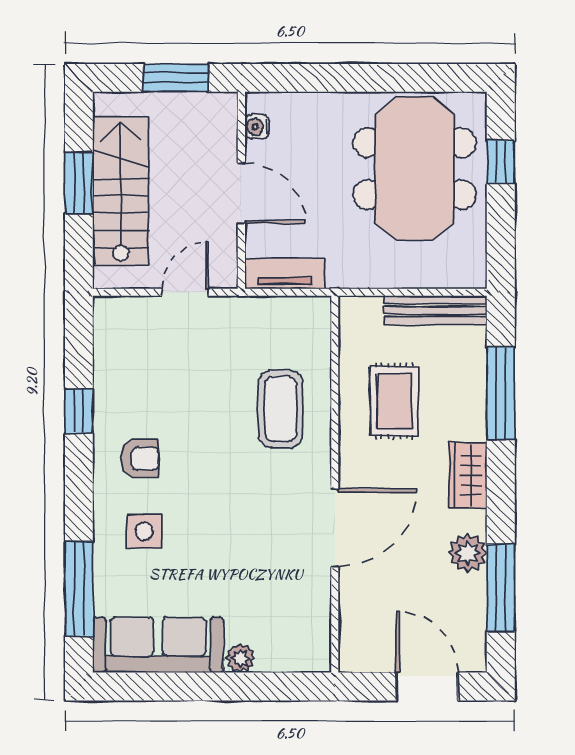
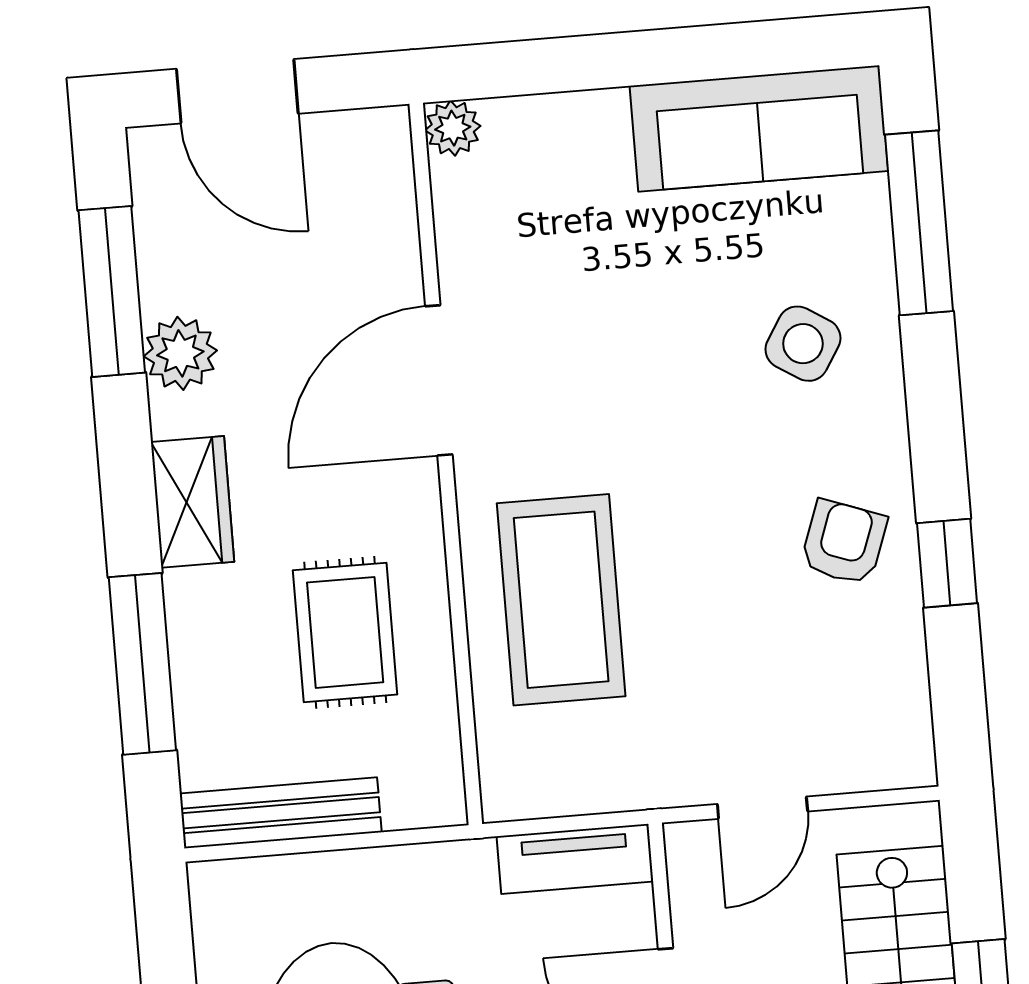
coffee table: (281, 409) -> (561, 600), width x1.36, depth x1.32
armchair: (140, 458) -> (844, 542), moved, turned 110
side table: (144, 531) -> (803, 344), turned 32
plant: (241, 658) -> (453, 128), moved

